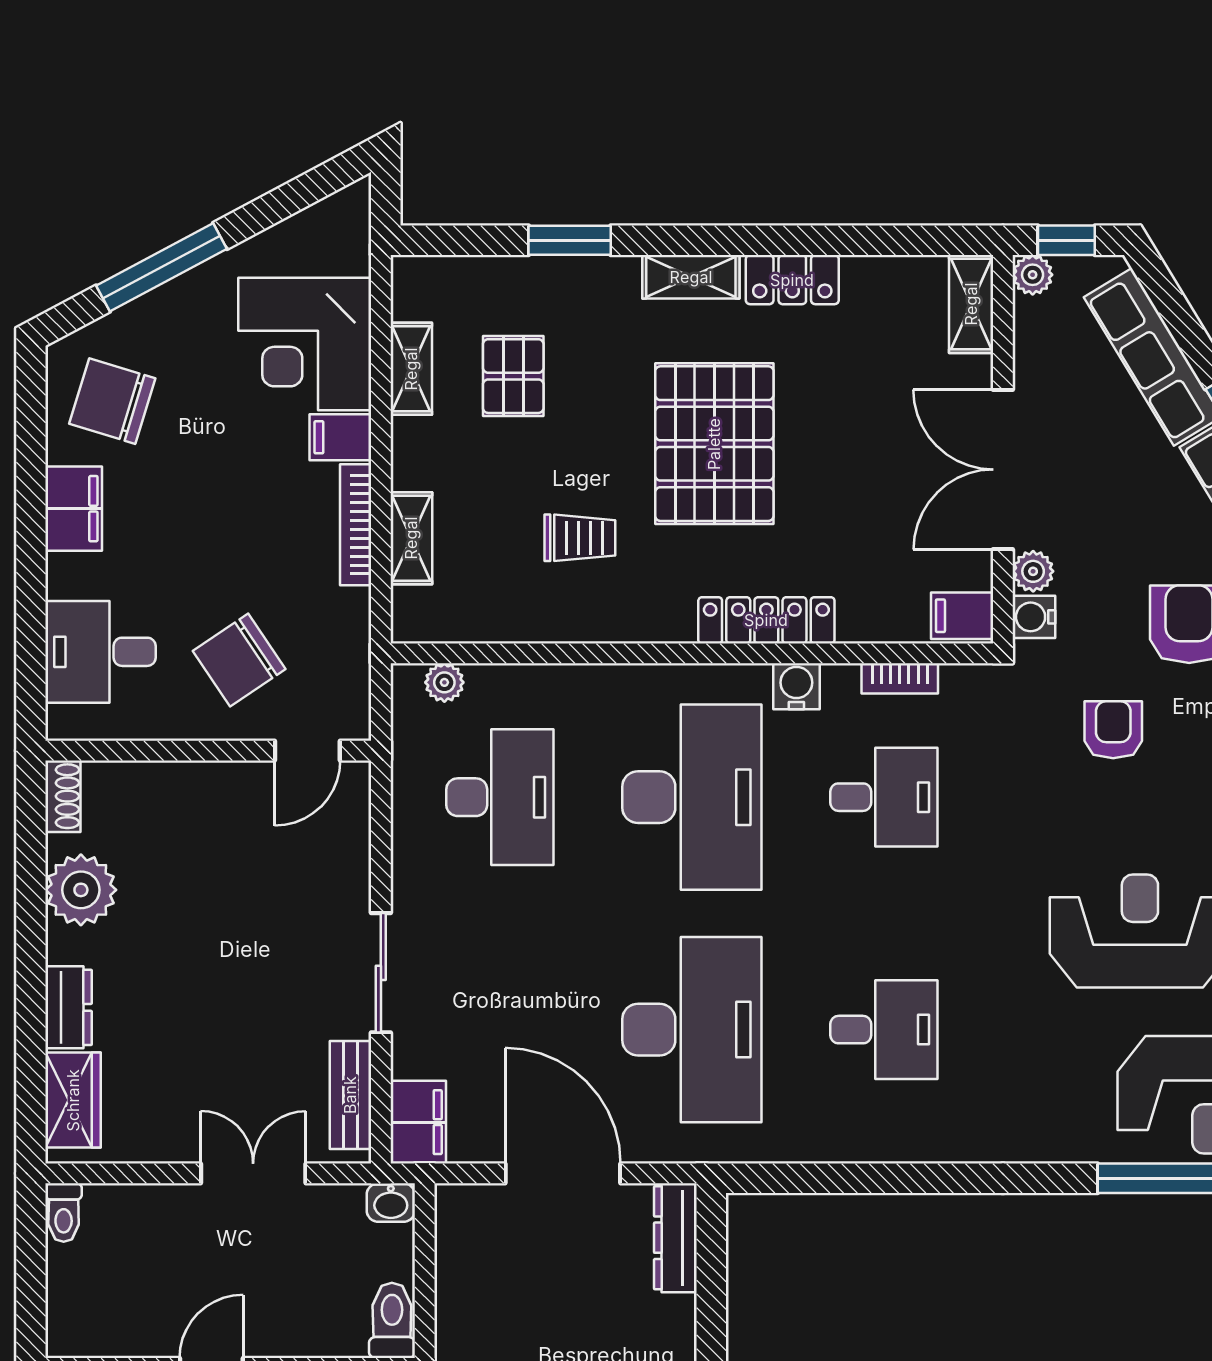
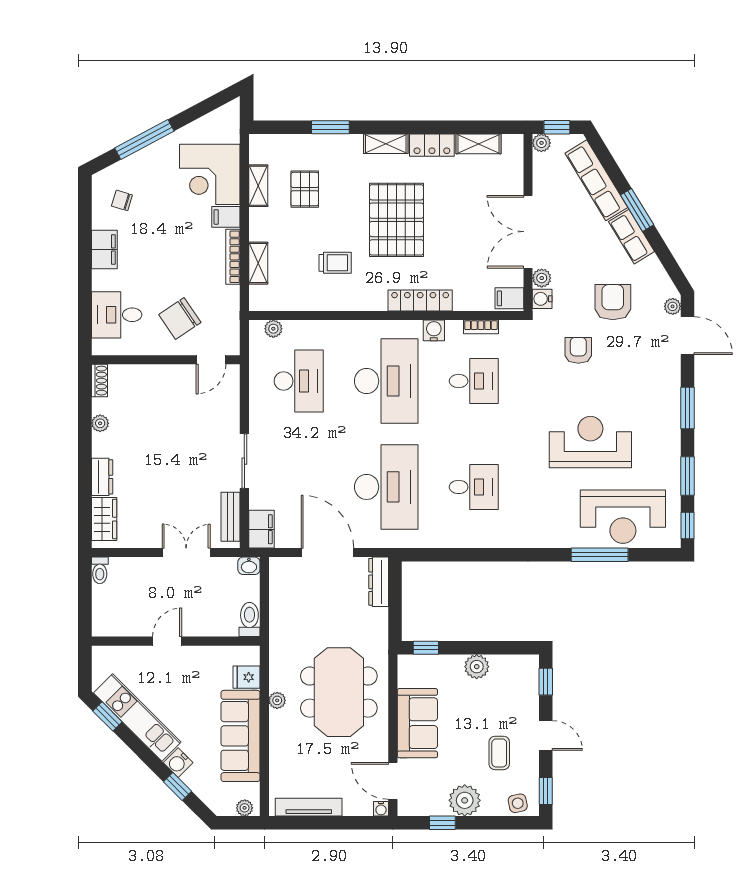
shelving: (971, 304) -> (478, 144), moved, turned 90
chair: (112, 401) -> (122, 200), width x0.54, depth x0.54
plant: (81, 890) -> (100, 423), width x0.53, depth x0.53

